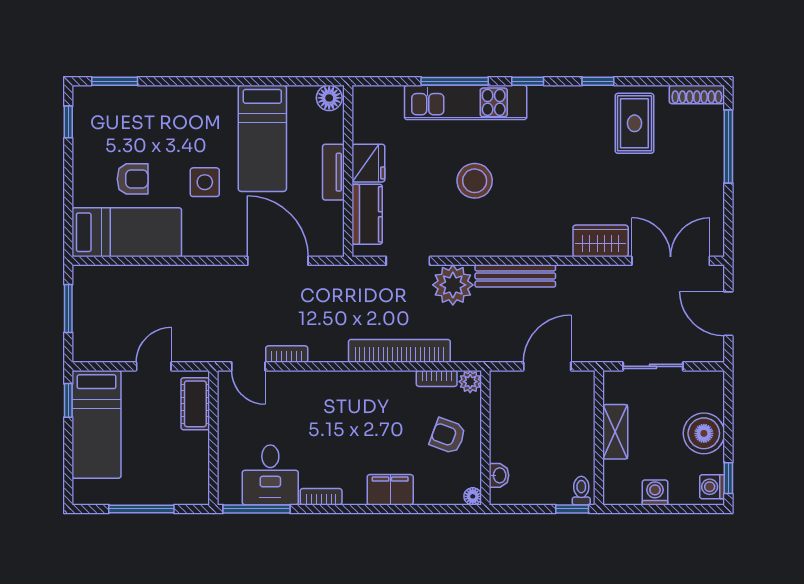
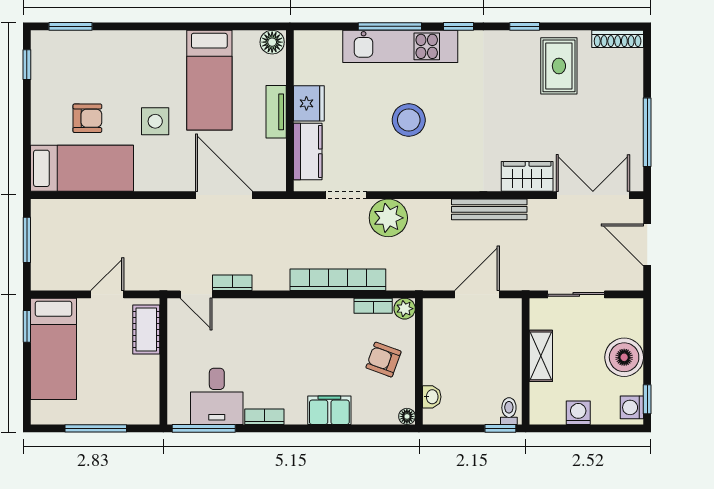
window: (728, 146) -> (647, 132), moved
bench: (515, 276) -> (489, 209), moved

